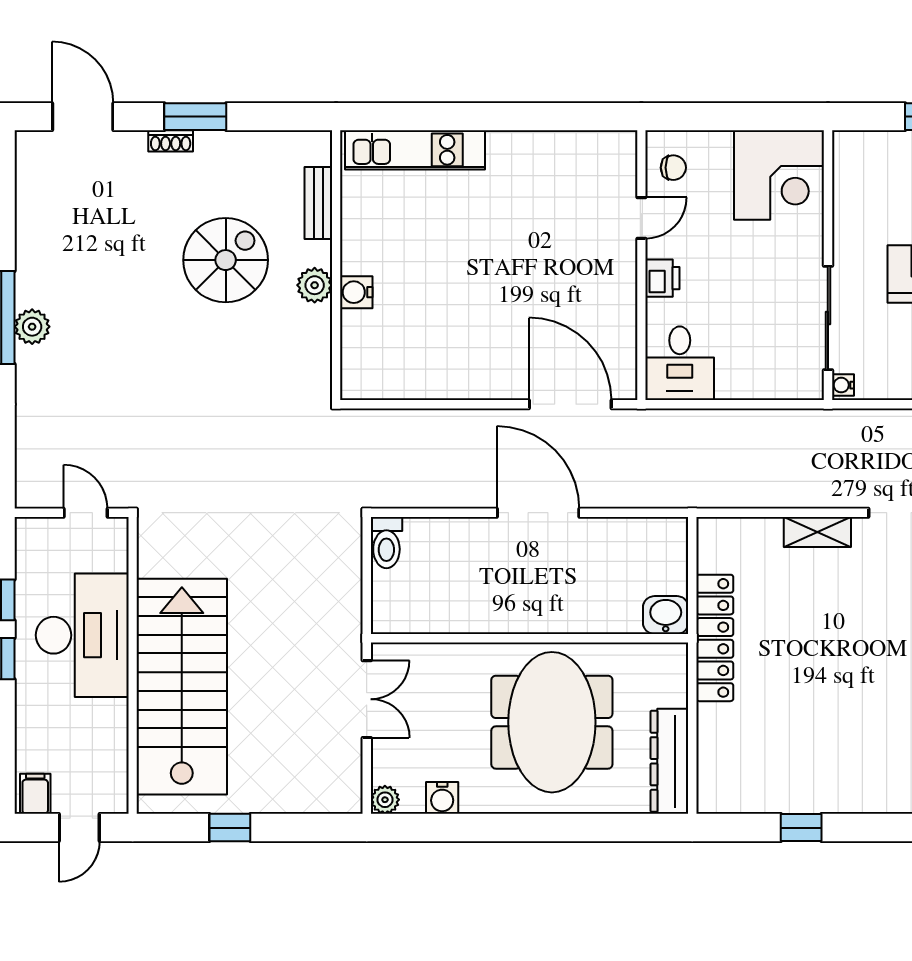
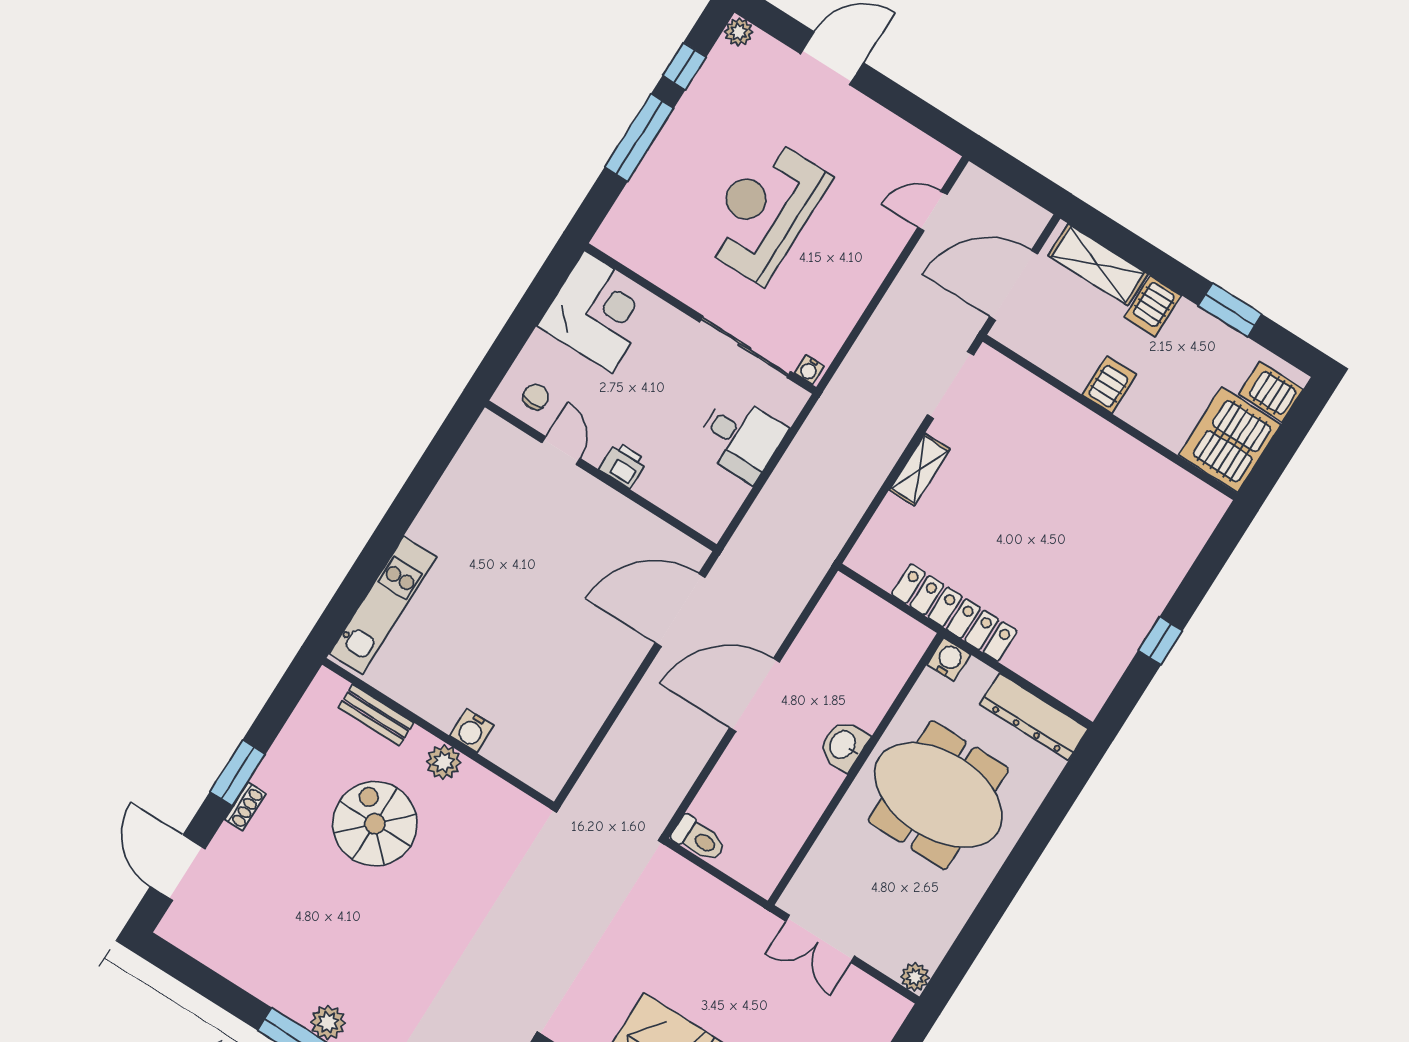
door: (83, 117) -> (178, 868), hinge flipped
desk: (680, 363) -> (741, 438), moved
washbasin: (666, 615) -> (843, 745), moved
double door: (367, 699) -> (820, 939), swing flipped
water cooler: (442, 798) -> (949, 660), moved, turned -90

